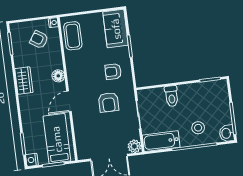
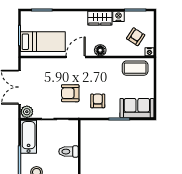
door: (69, 101) -> (76, 57), hinge flipped
nightstand: (32, 160) -> (118, 16), moved

